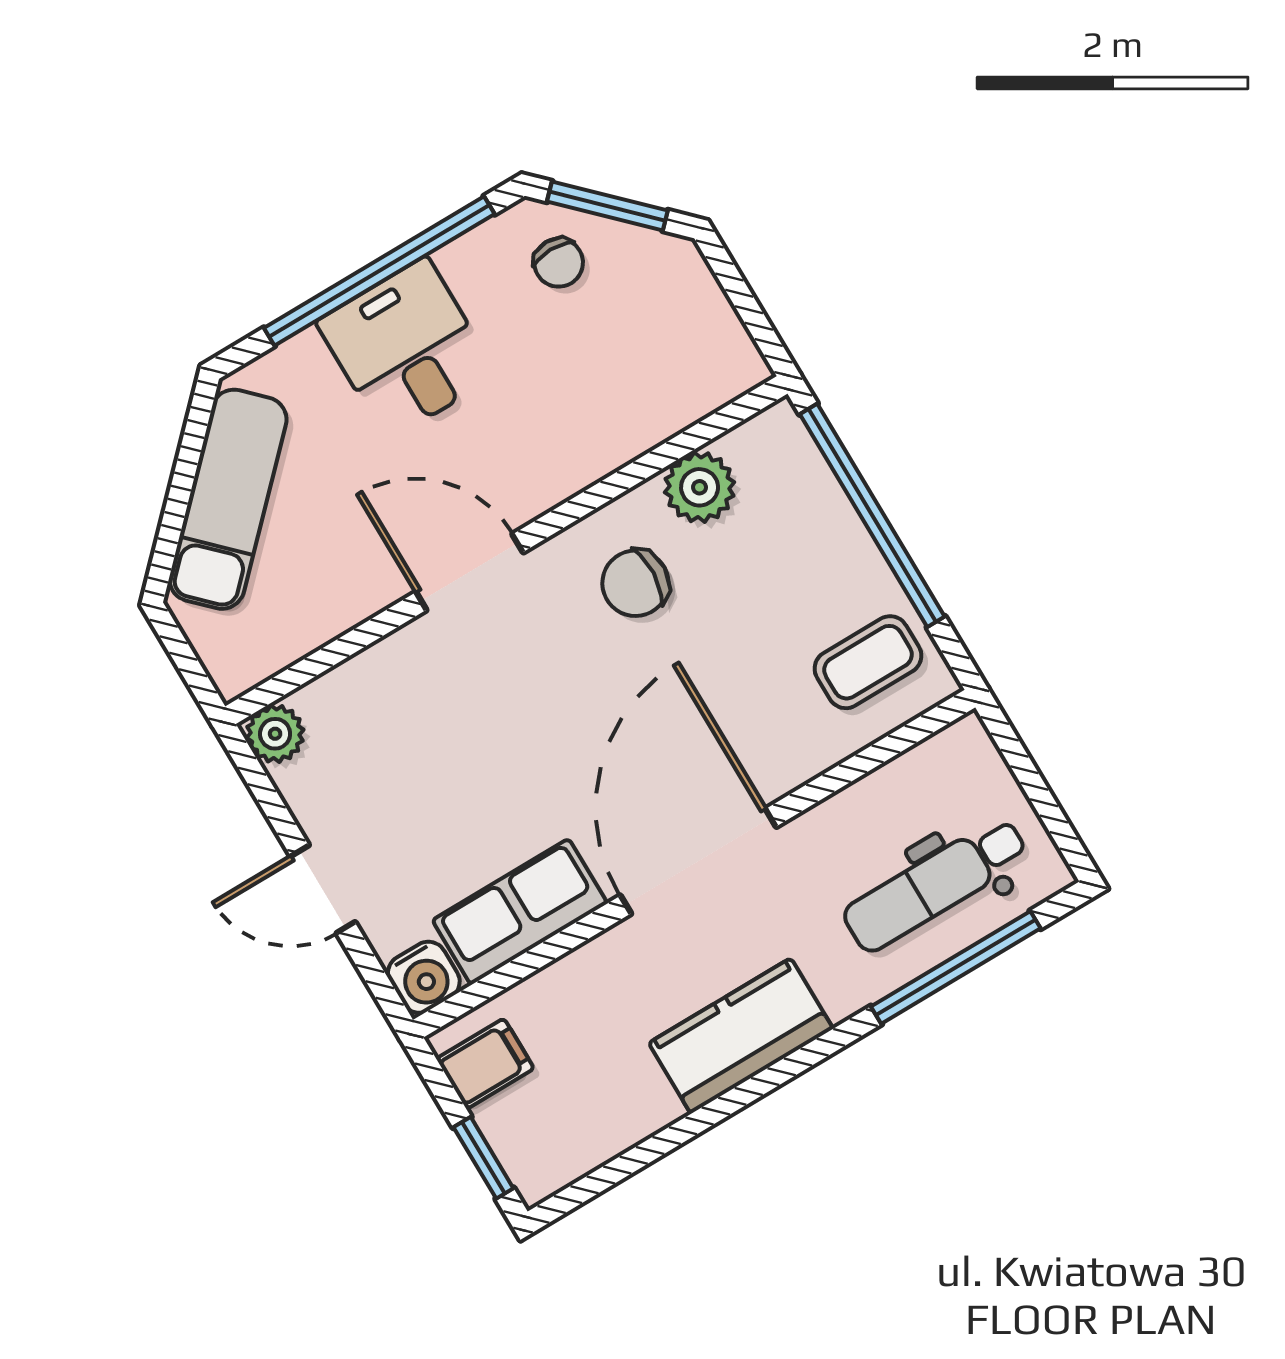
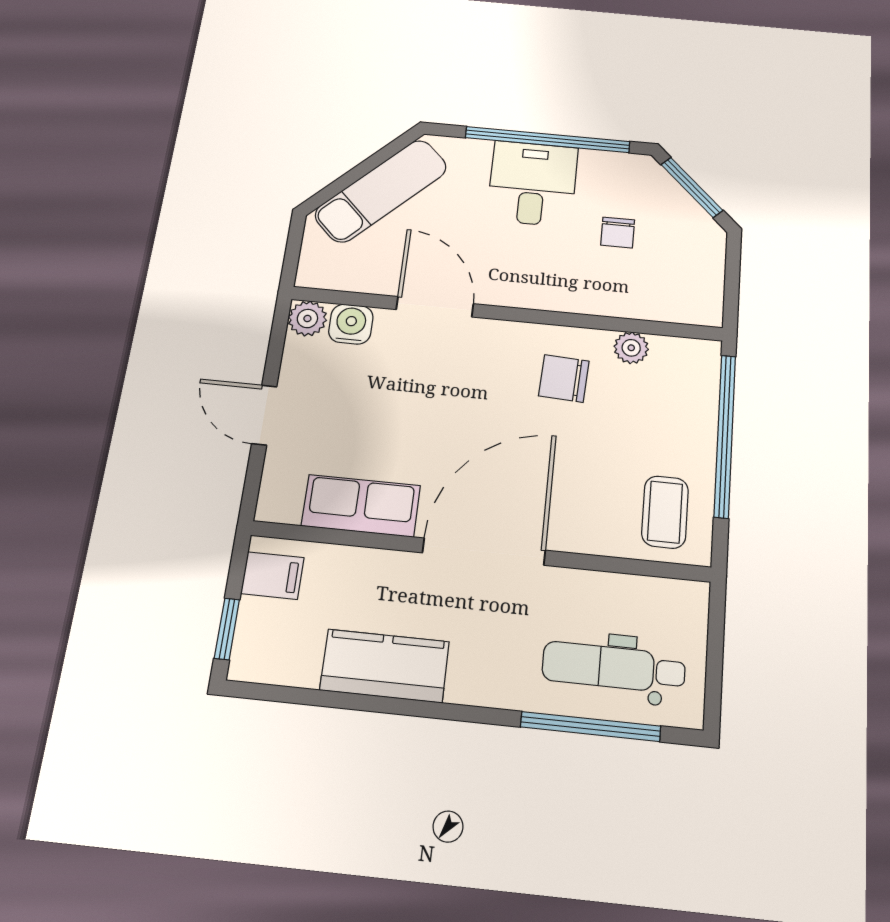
chair: (559, 263) -> (618, 232), moved
plant: (700, 487) -> (631, 348), width x0.73, depth x0.73
door: (469, 572) -> (435, 307), moved
coffee table: (868, 662) -> (665, 512), turned 90
water cooler: (424, 977) -> (351, 324), moved, turned 180
kitchen counter: (741, 1036) -> (385, 666), moved

